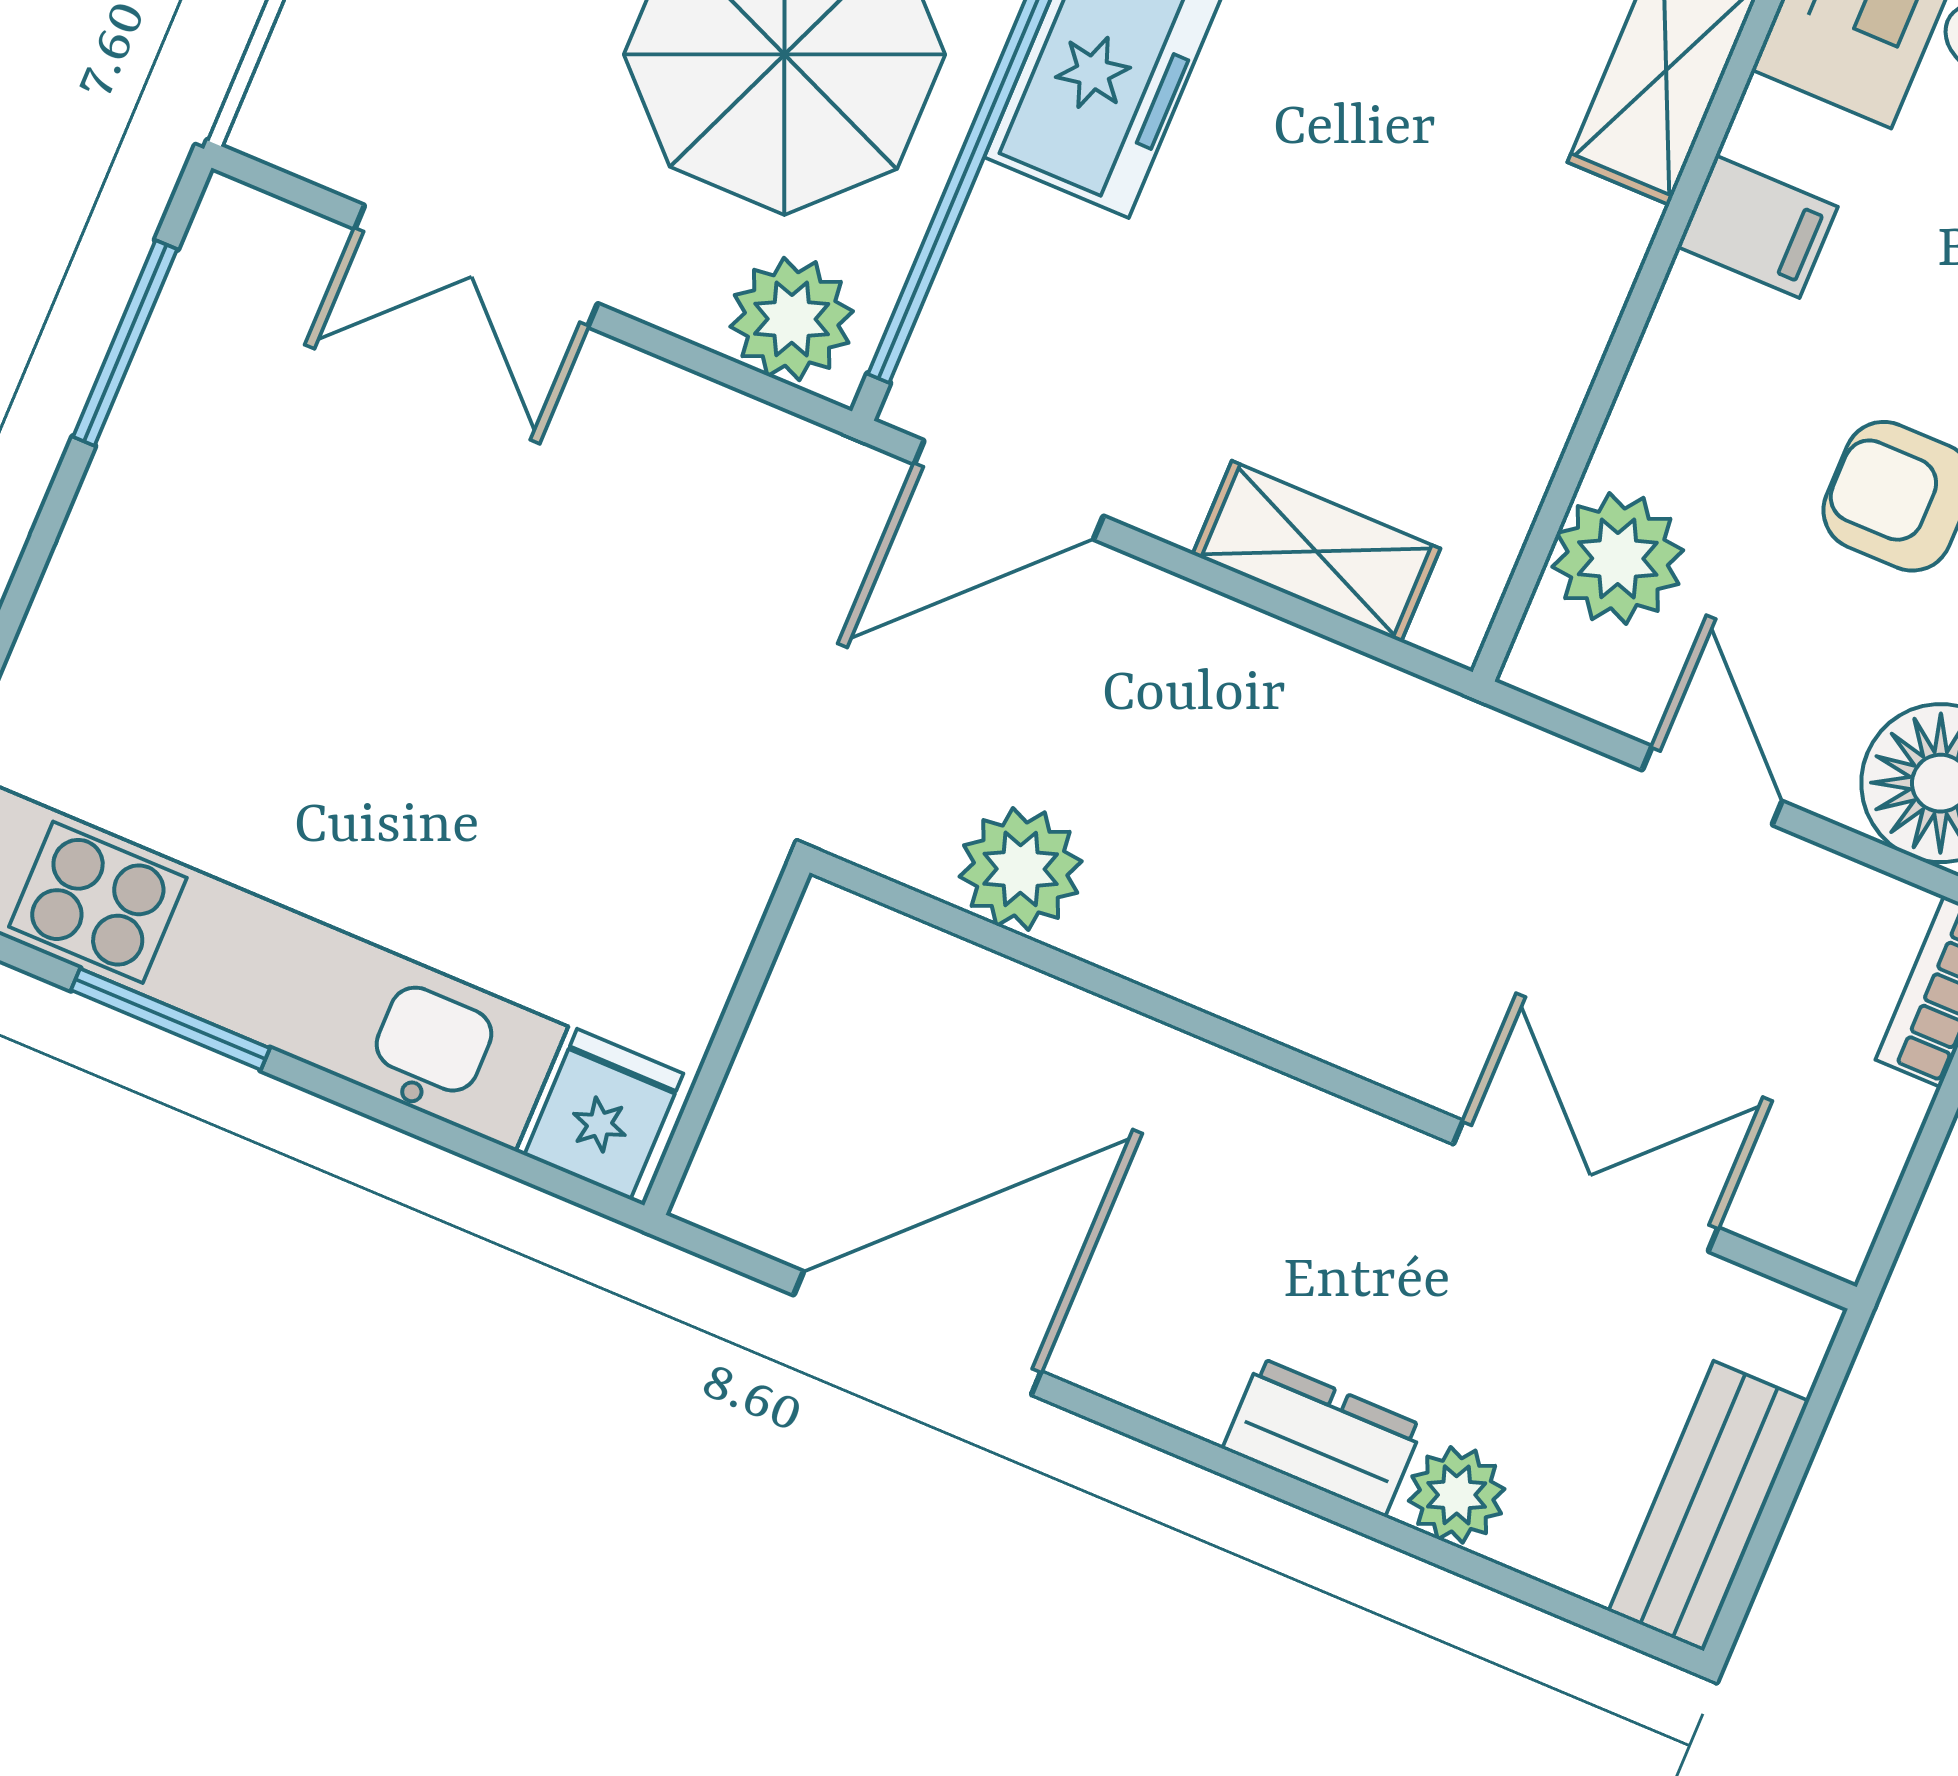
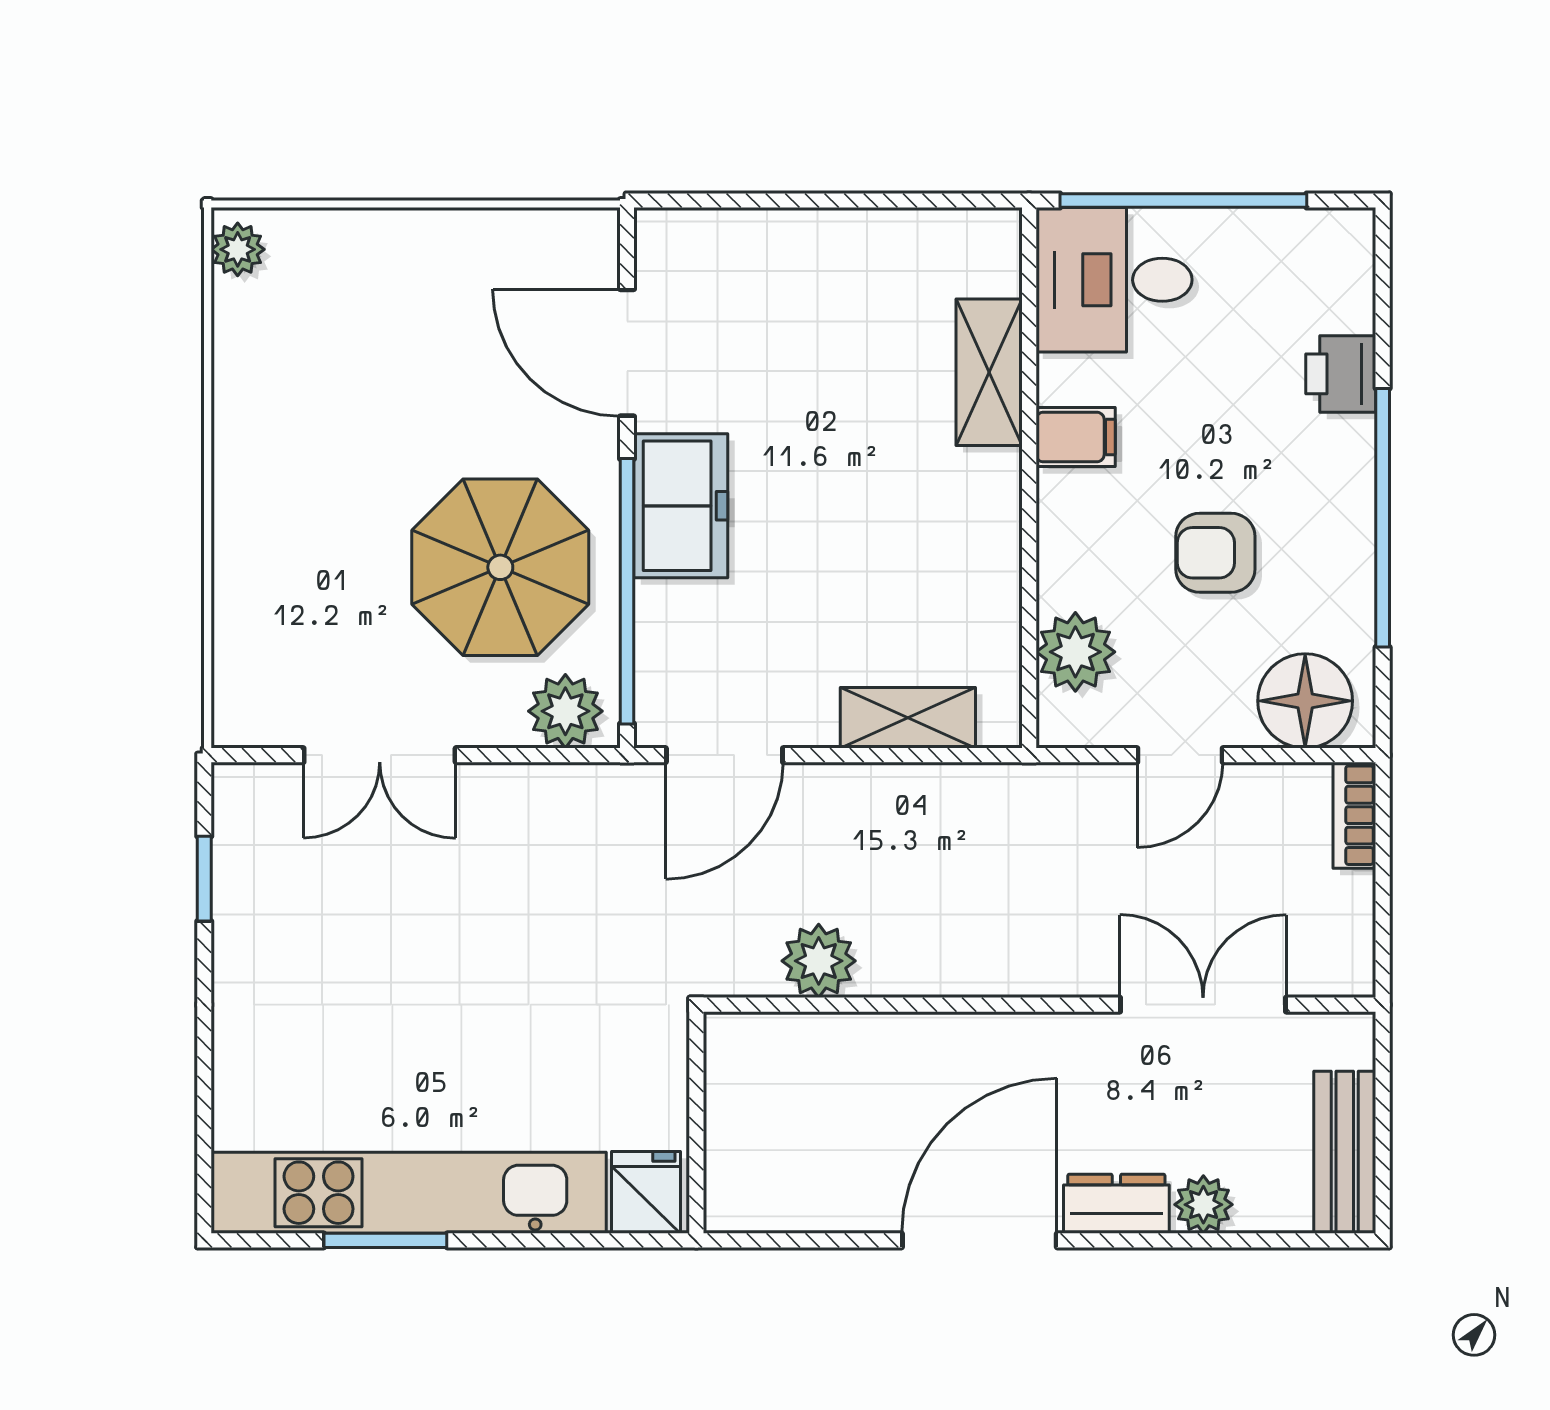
window: (125, 343) -> (204, 879), width x0.67
door: (1712, 786) -> (1180, 755), swing flipped
door: (917, 1333) -> (979, 1240), moved

